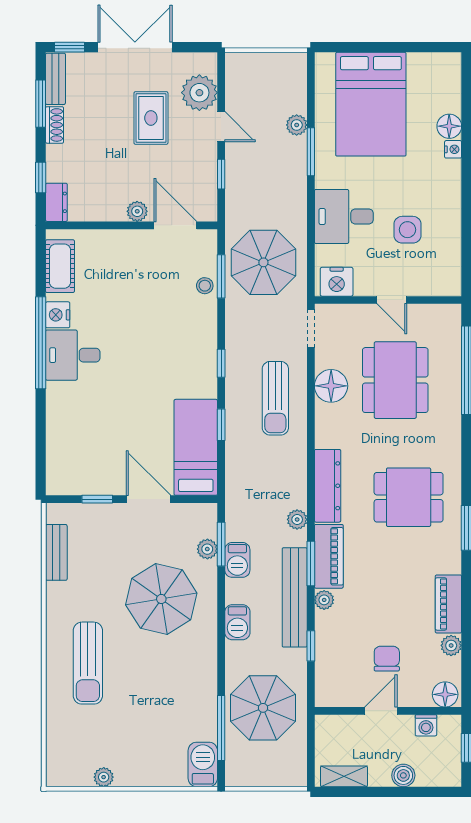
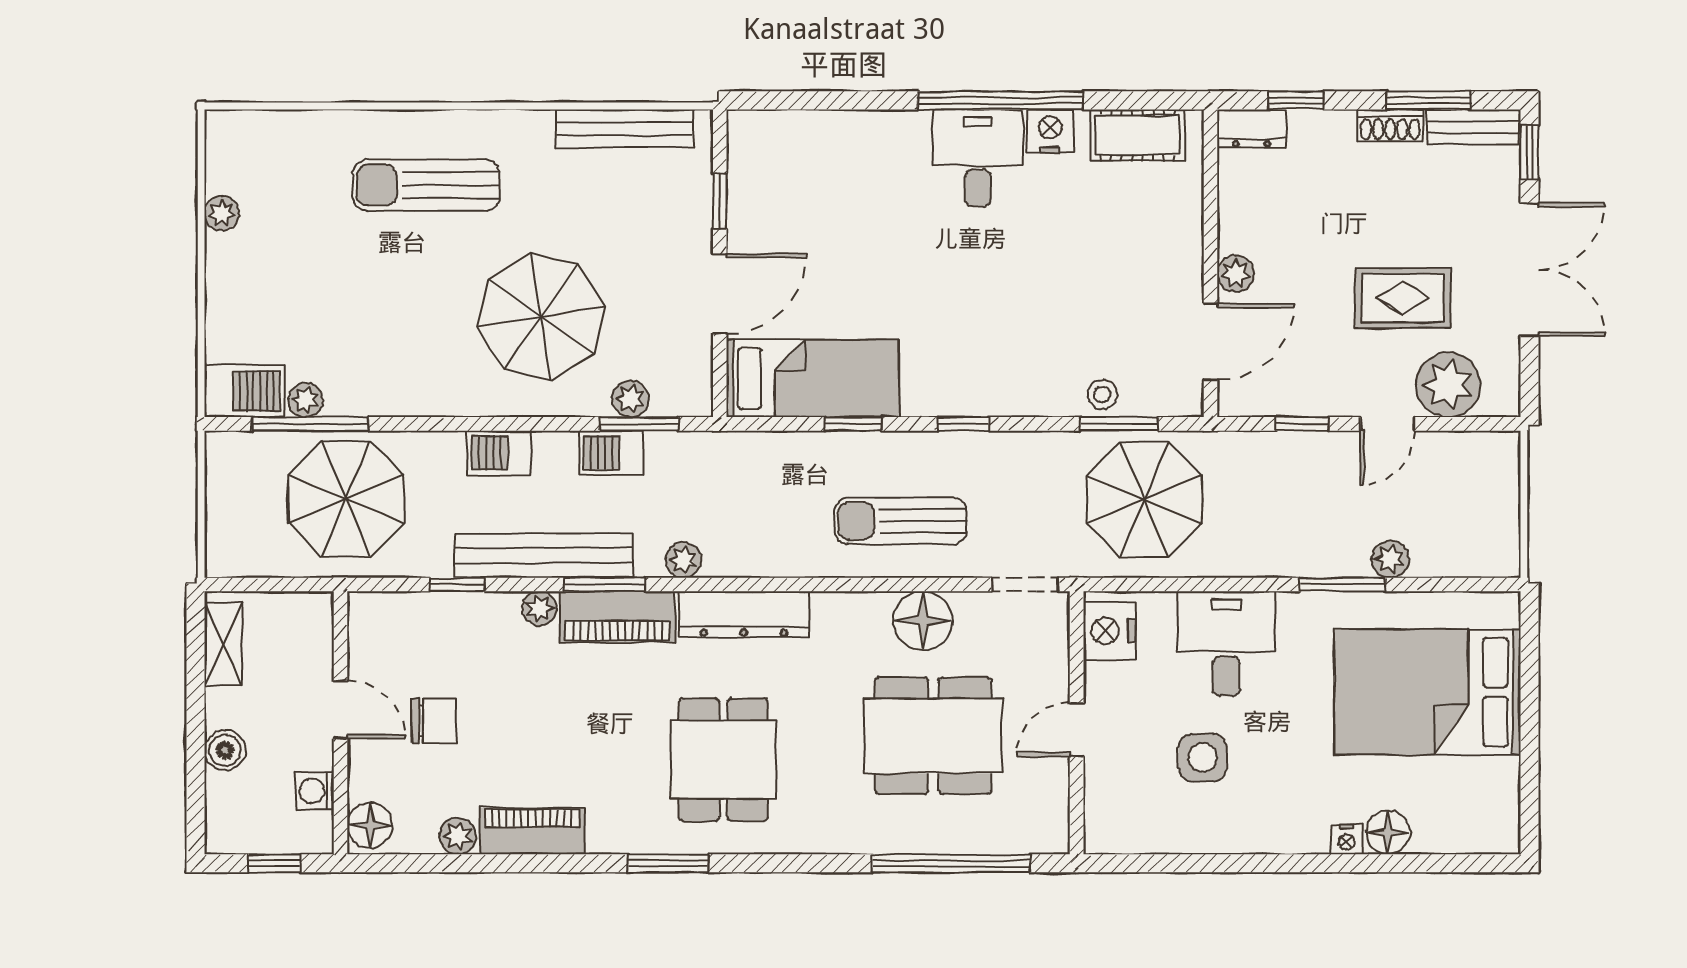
bench: (56, 552) -> (624, 129), width x1.36
plant: (208, 730) -> (306, 400), added

